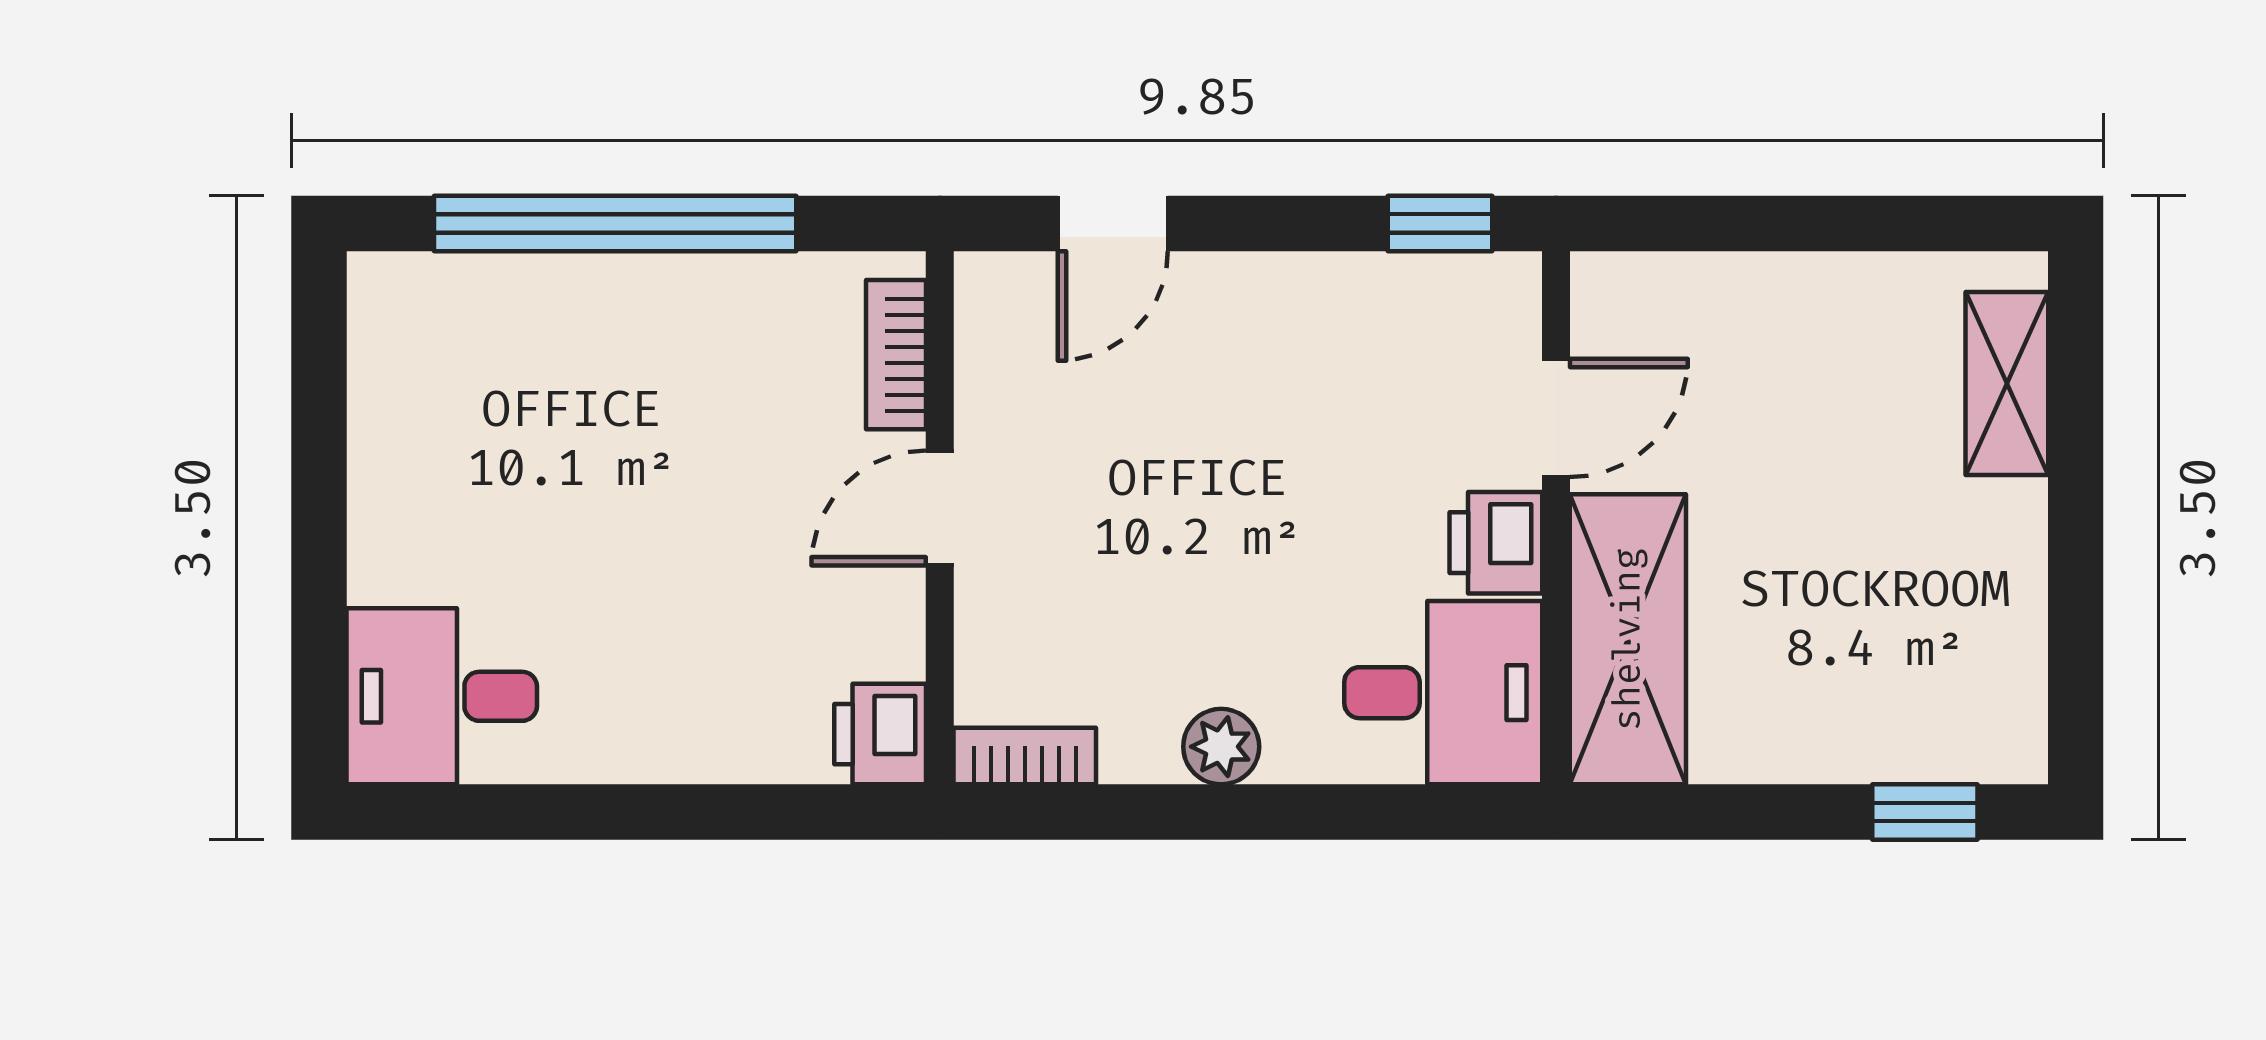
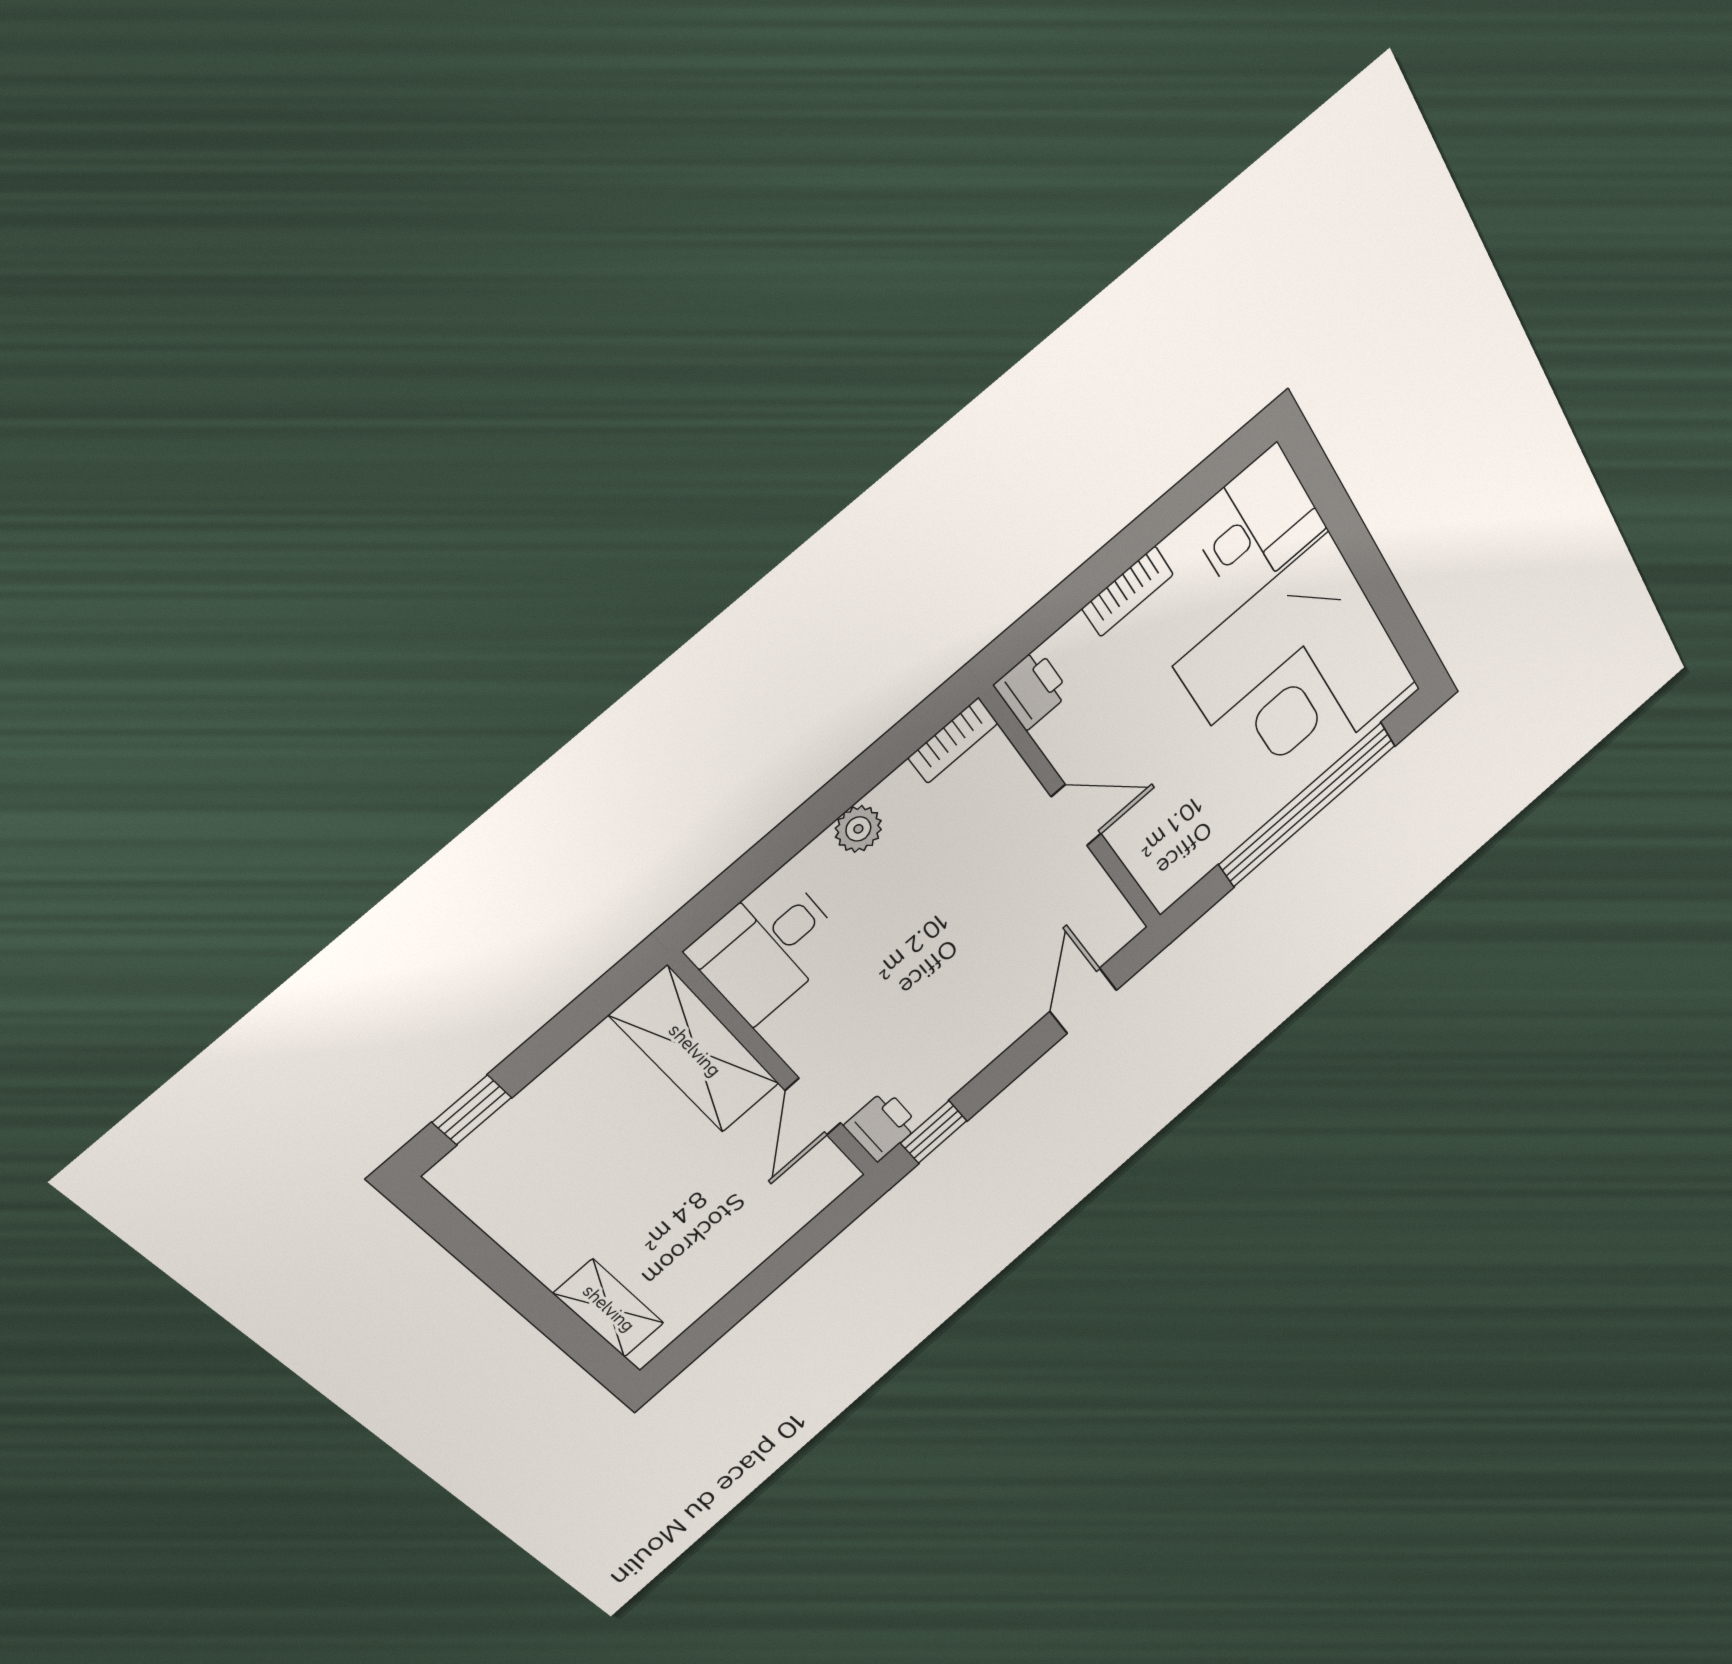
bookcase: (896, 355) -> (1128, 591), moved, turned 90
corner desk: (512, 435) -> (1297, 674), added
door: (940, 508) -> (1076, 815), hinge flipped
printer: (1496, 543) -> (882, 1126), moved

